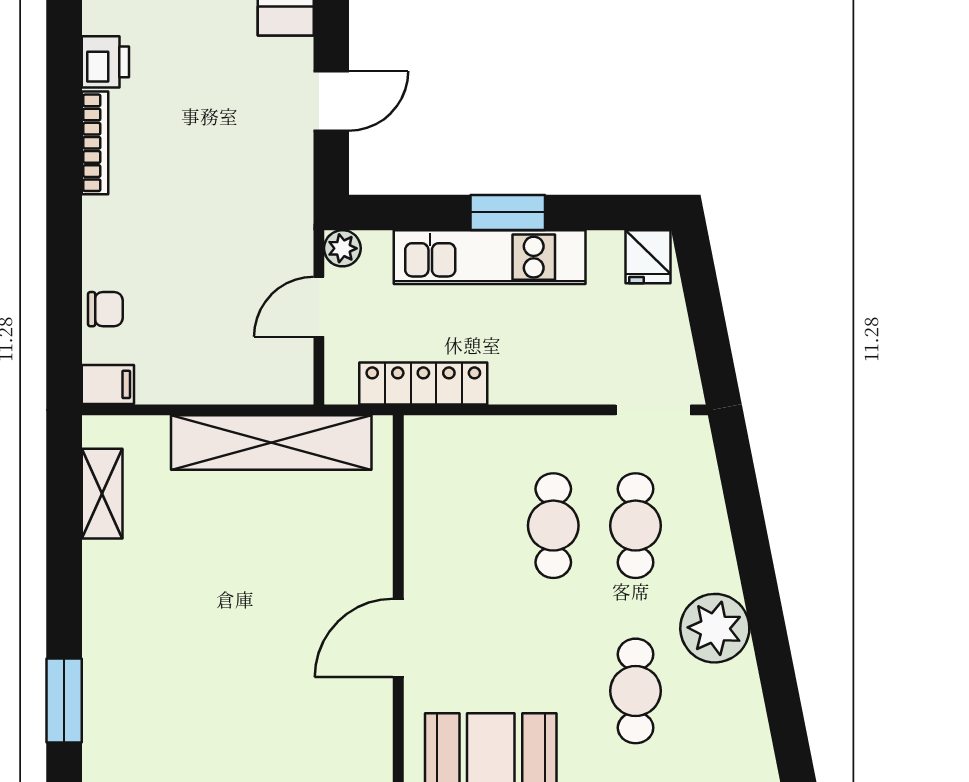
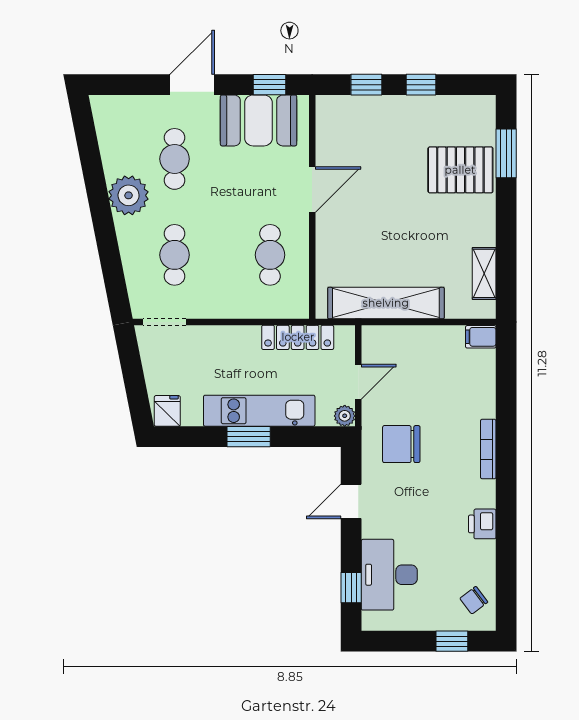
bookcase: (95, 143) -> (488, 449), moved
chair: (105, 309) -> (401, 444), moved, width x1.87, depth x1.87
cafe table: (553, 526) -> (270, 255), moved
pallet: (143, 672) -> (460, 170), added

